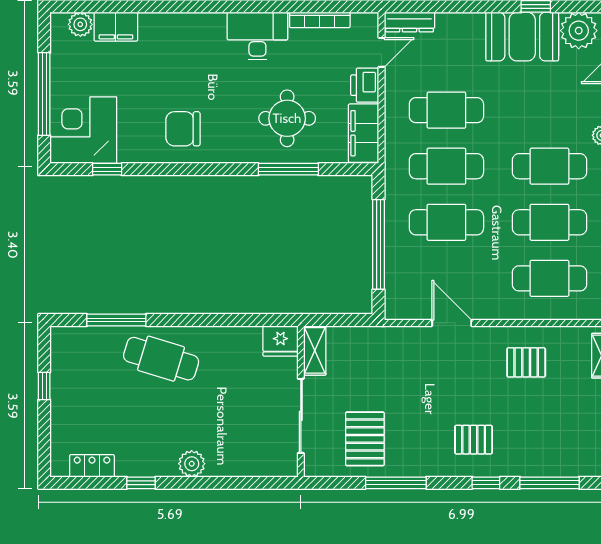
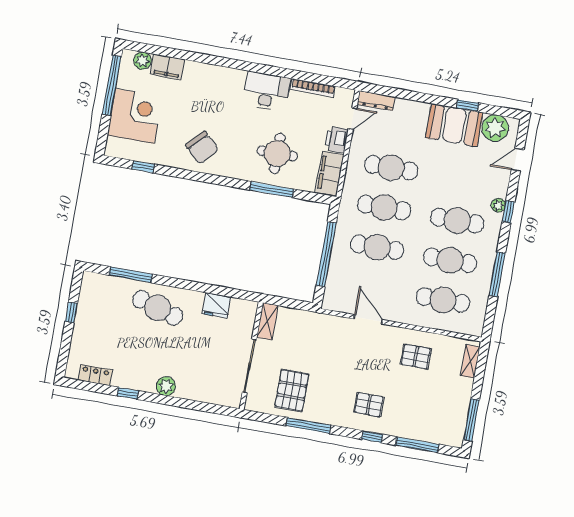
window: (44, 94) -> (112, 85), moved
chair: (183, 129) -> (202, 148), turned -136
corner desk: (83, 130) -> (135, 116), moved, turned 90
fridge: (280, 341) -> (216, 305), moved

